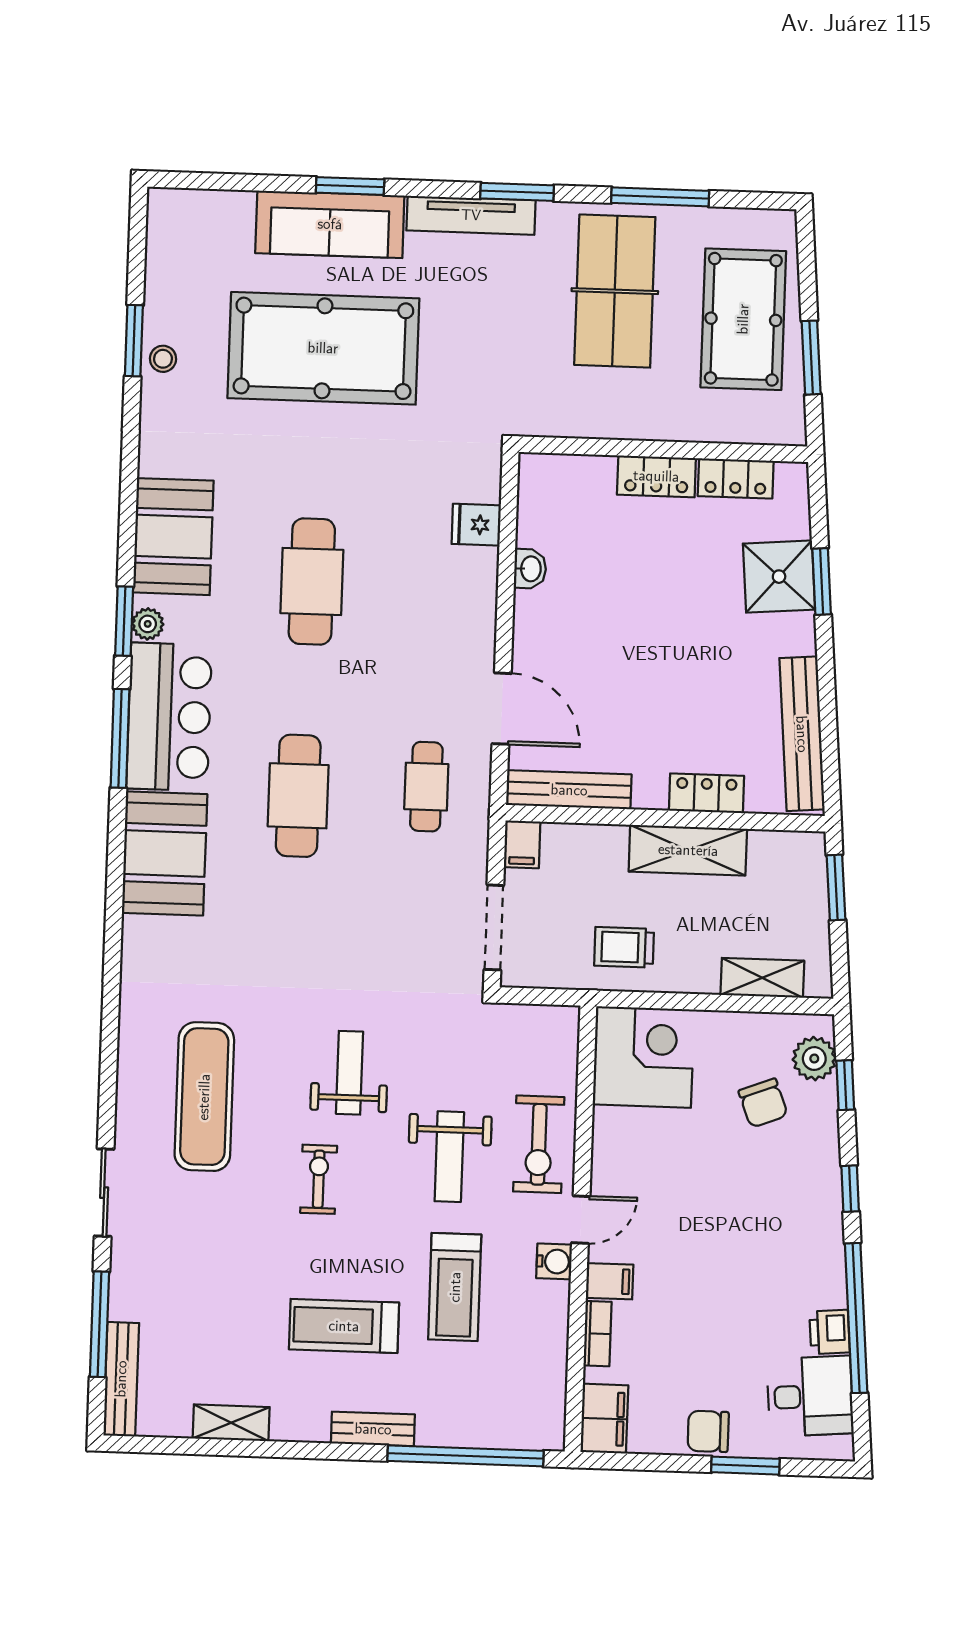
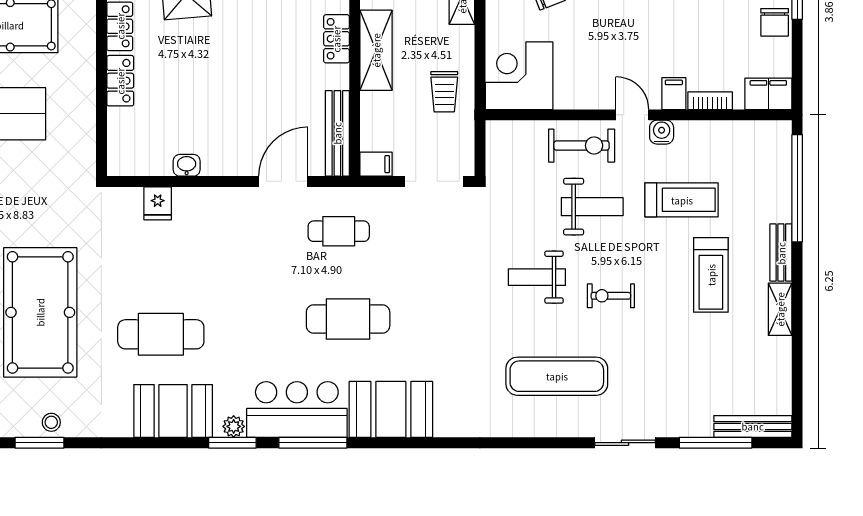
cafe table: (312, 582) -> (161, 334), moved
shelving: (231, 1423) -> (780, 309), moved

